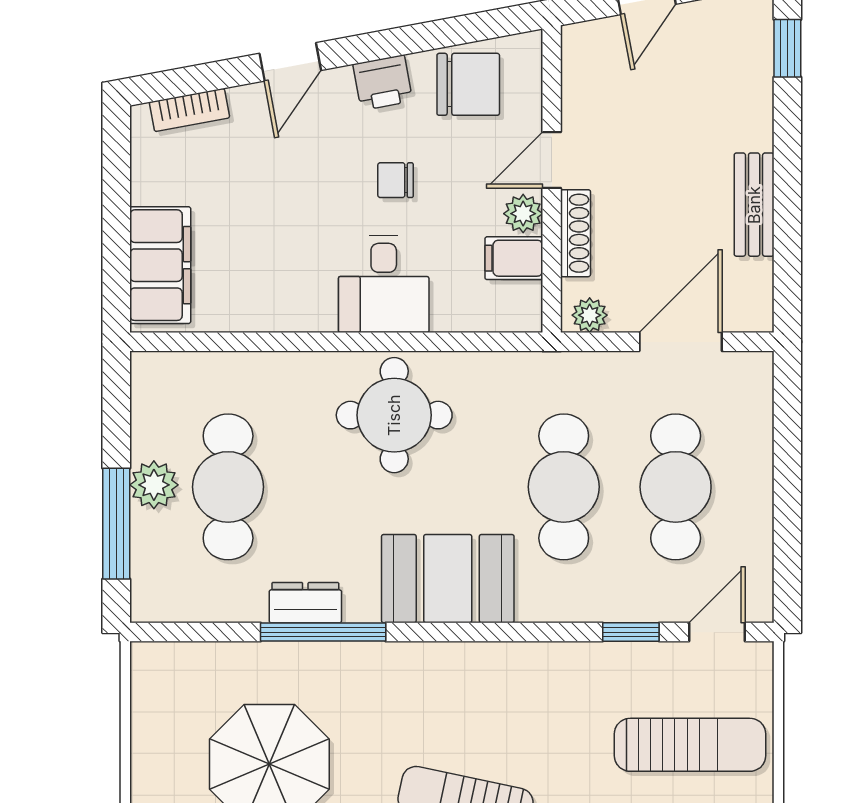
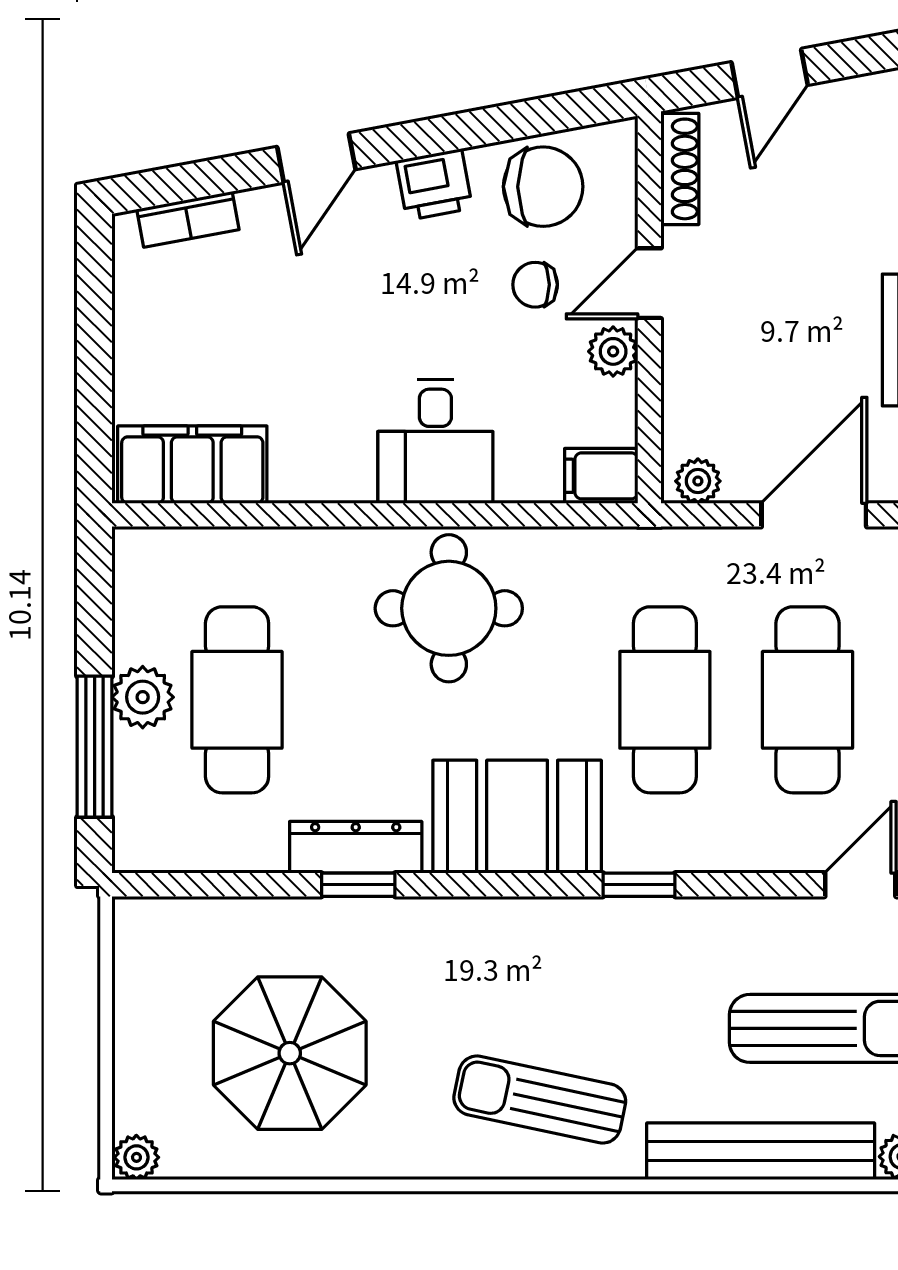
chair: (396, 180) -> (535, 285), moved
shoe rack: (576, 233) -> (680, 169), moved
filing cabinet: (514, 258) -> (601, 476), moved
filing cabinet: (160, 265) -> (192, 465), moved, turned -90
dresser: (305, 603) -> (356, 847), width x1.44
window: (323, 632) -> (358, 885), width x0.46
window: (631, 632) -> (639, 885), moved

